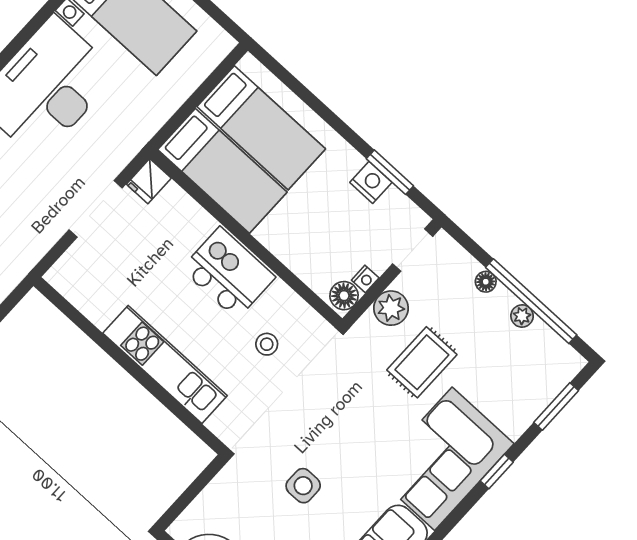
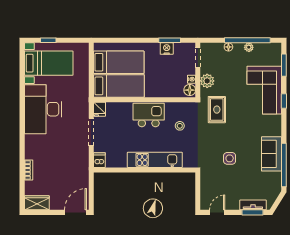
dishwasher: (64, 273) -> (99, 160), added
rug: (422, 362) -> (217, 110), moved
corner sofa: (443, 459) -> (264, 90), moved

